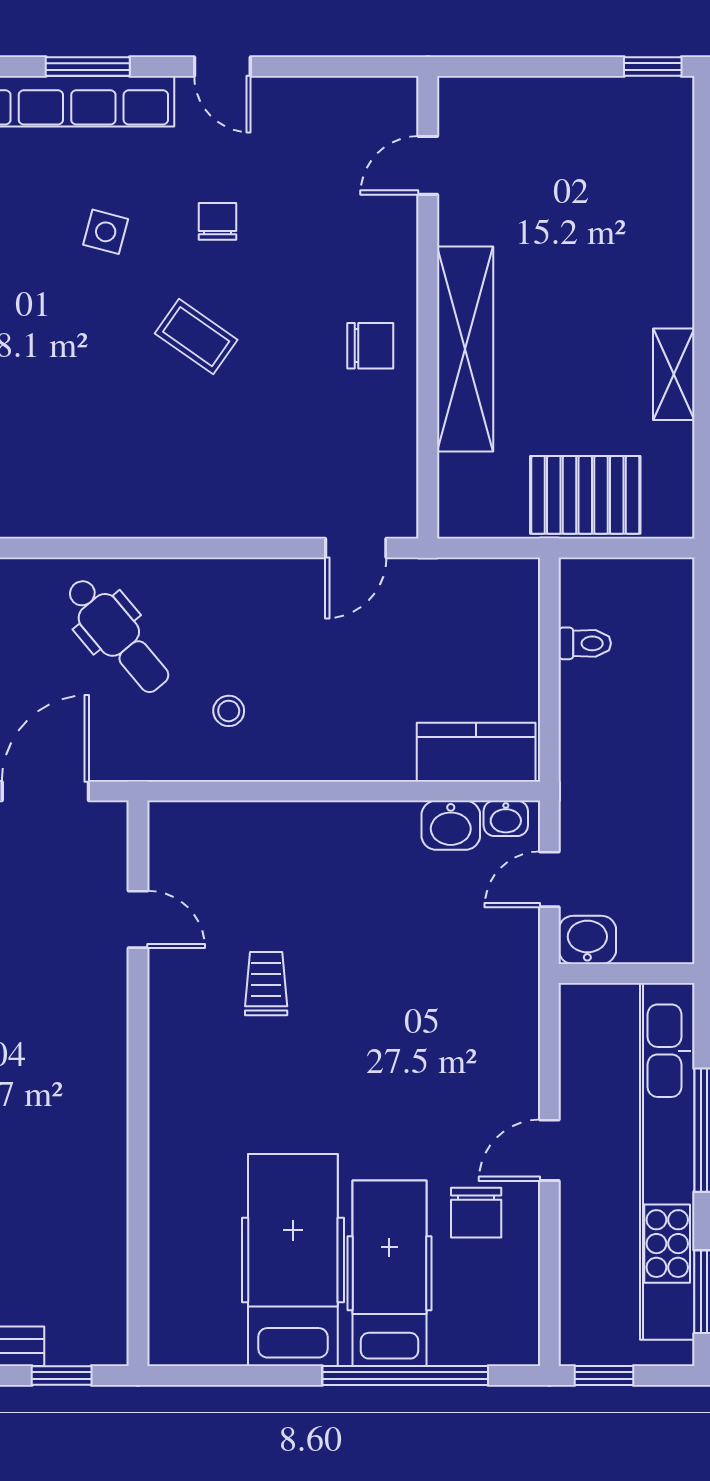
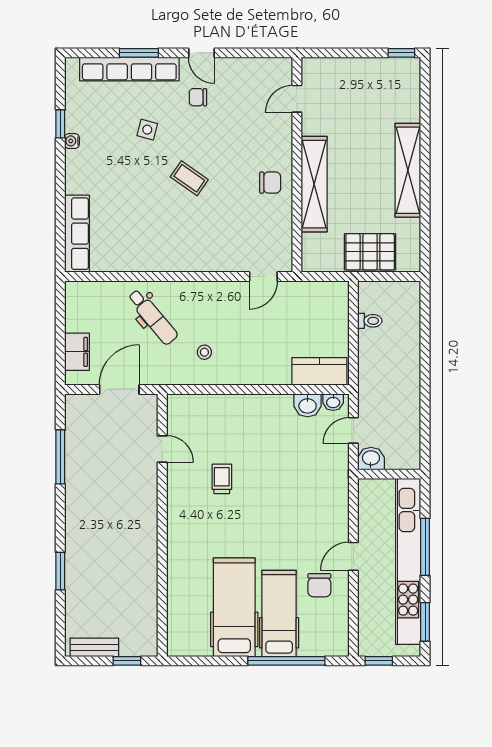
chair: (218, 221) -> (198, 97), moved, turned -90
shelving: (674, 374) -> (408, 170), width x2.20, depth x1.33

